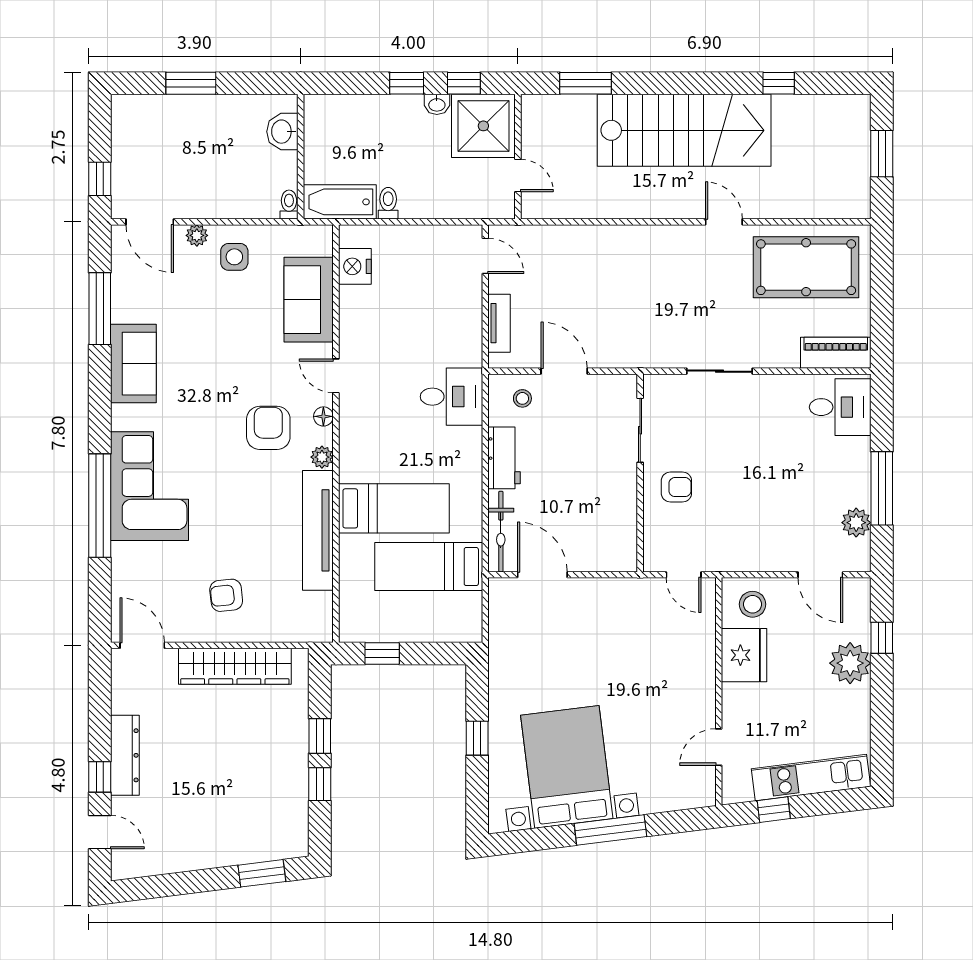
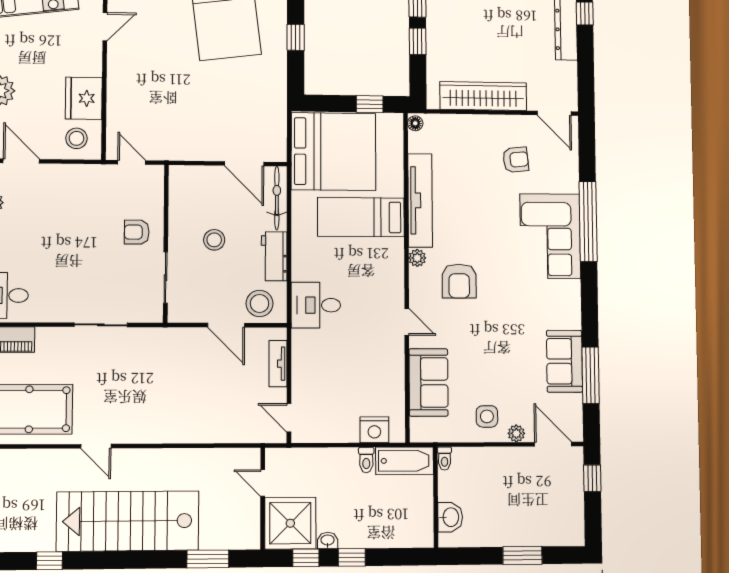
nightstand: (355, 266) -> (374, 430), moved, turned 90
sofa: (133, 364) -> (564, 361), moved
stool: (522, 398) -> (260, 303), width x1.89, depth x1.89
floor lamp: (323, 416) -> (415, 123), moved
stool: (580, 478) -> (214, 240), added
bed: (429, 567) -> (333, 152), width x2.04
armchair: (226, 595) -> (516, 160), moved

